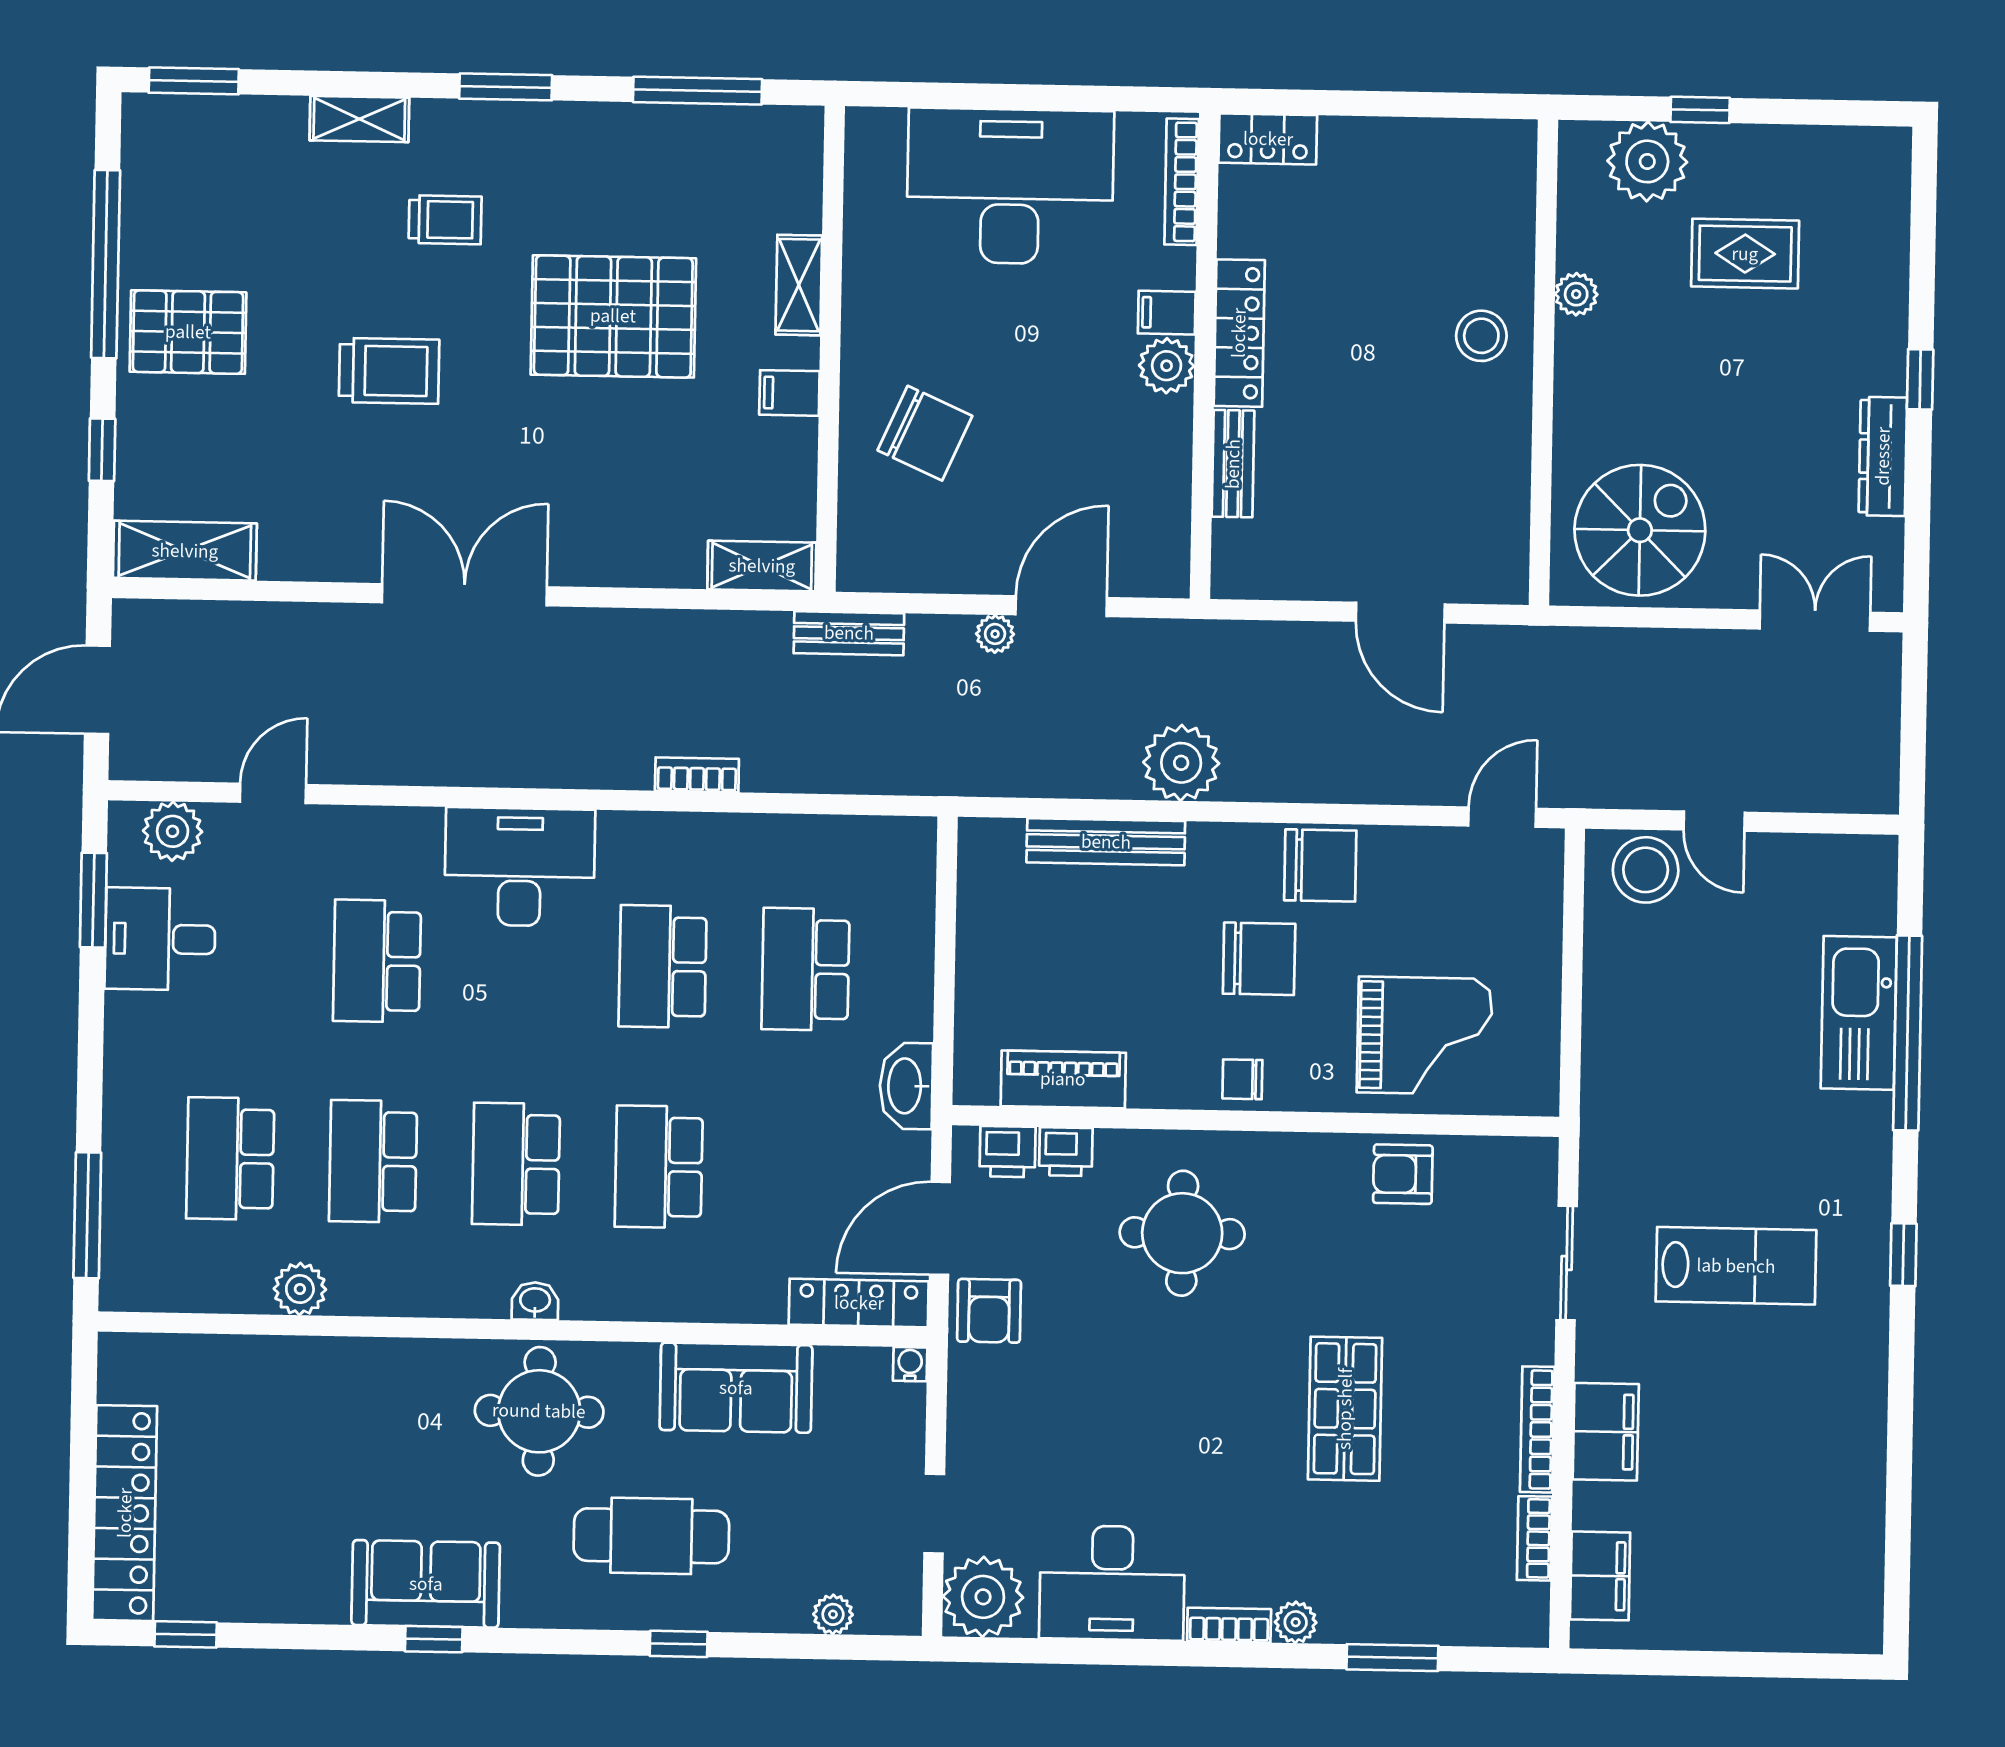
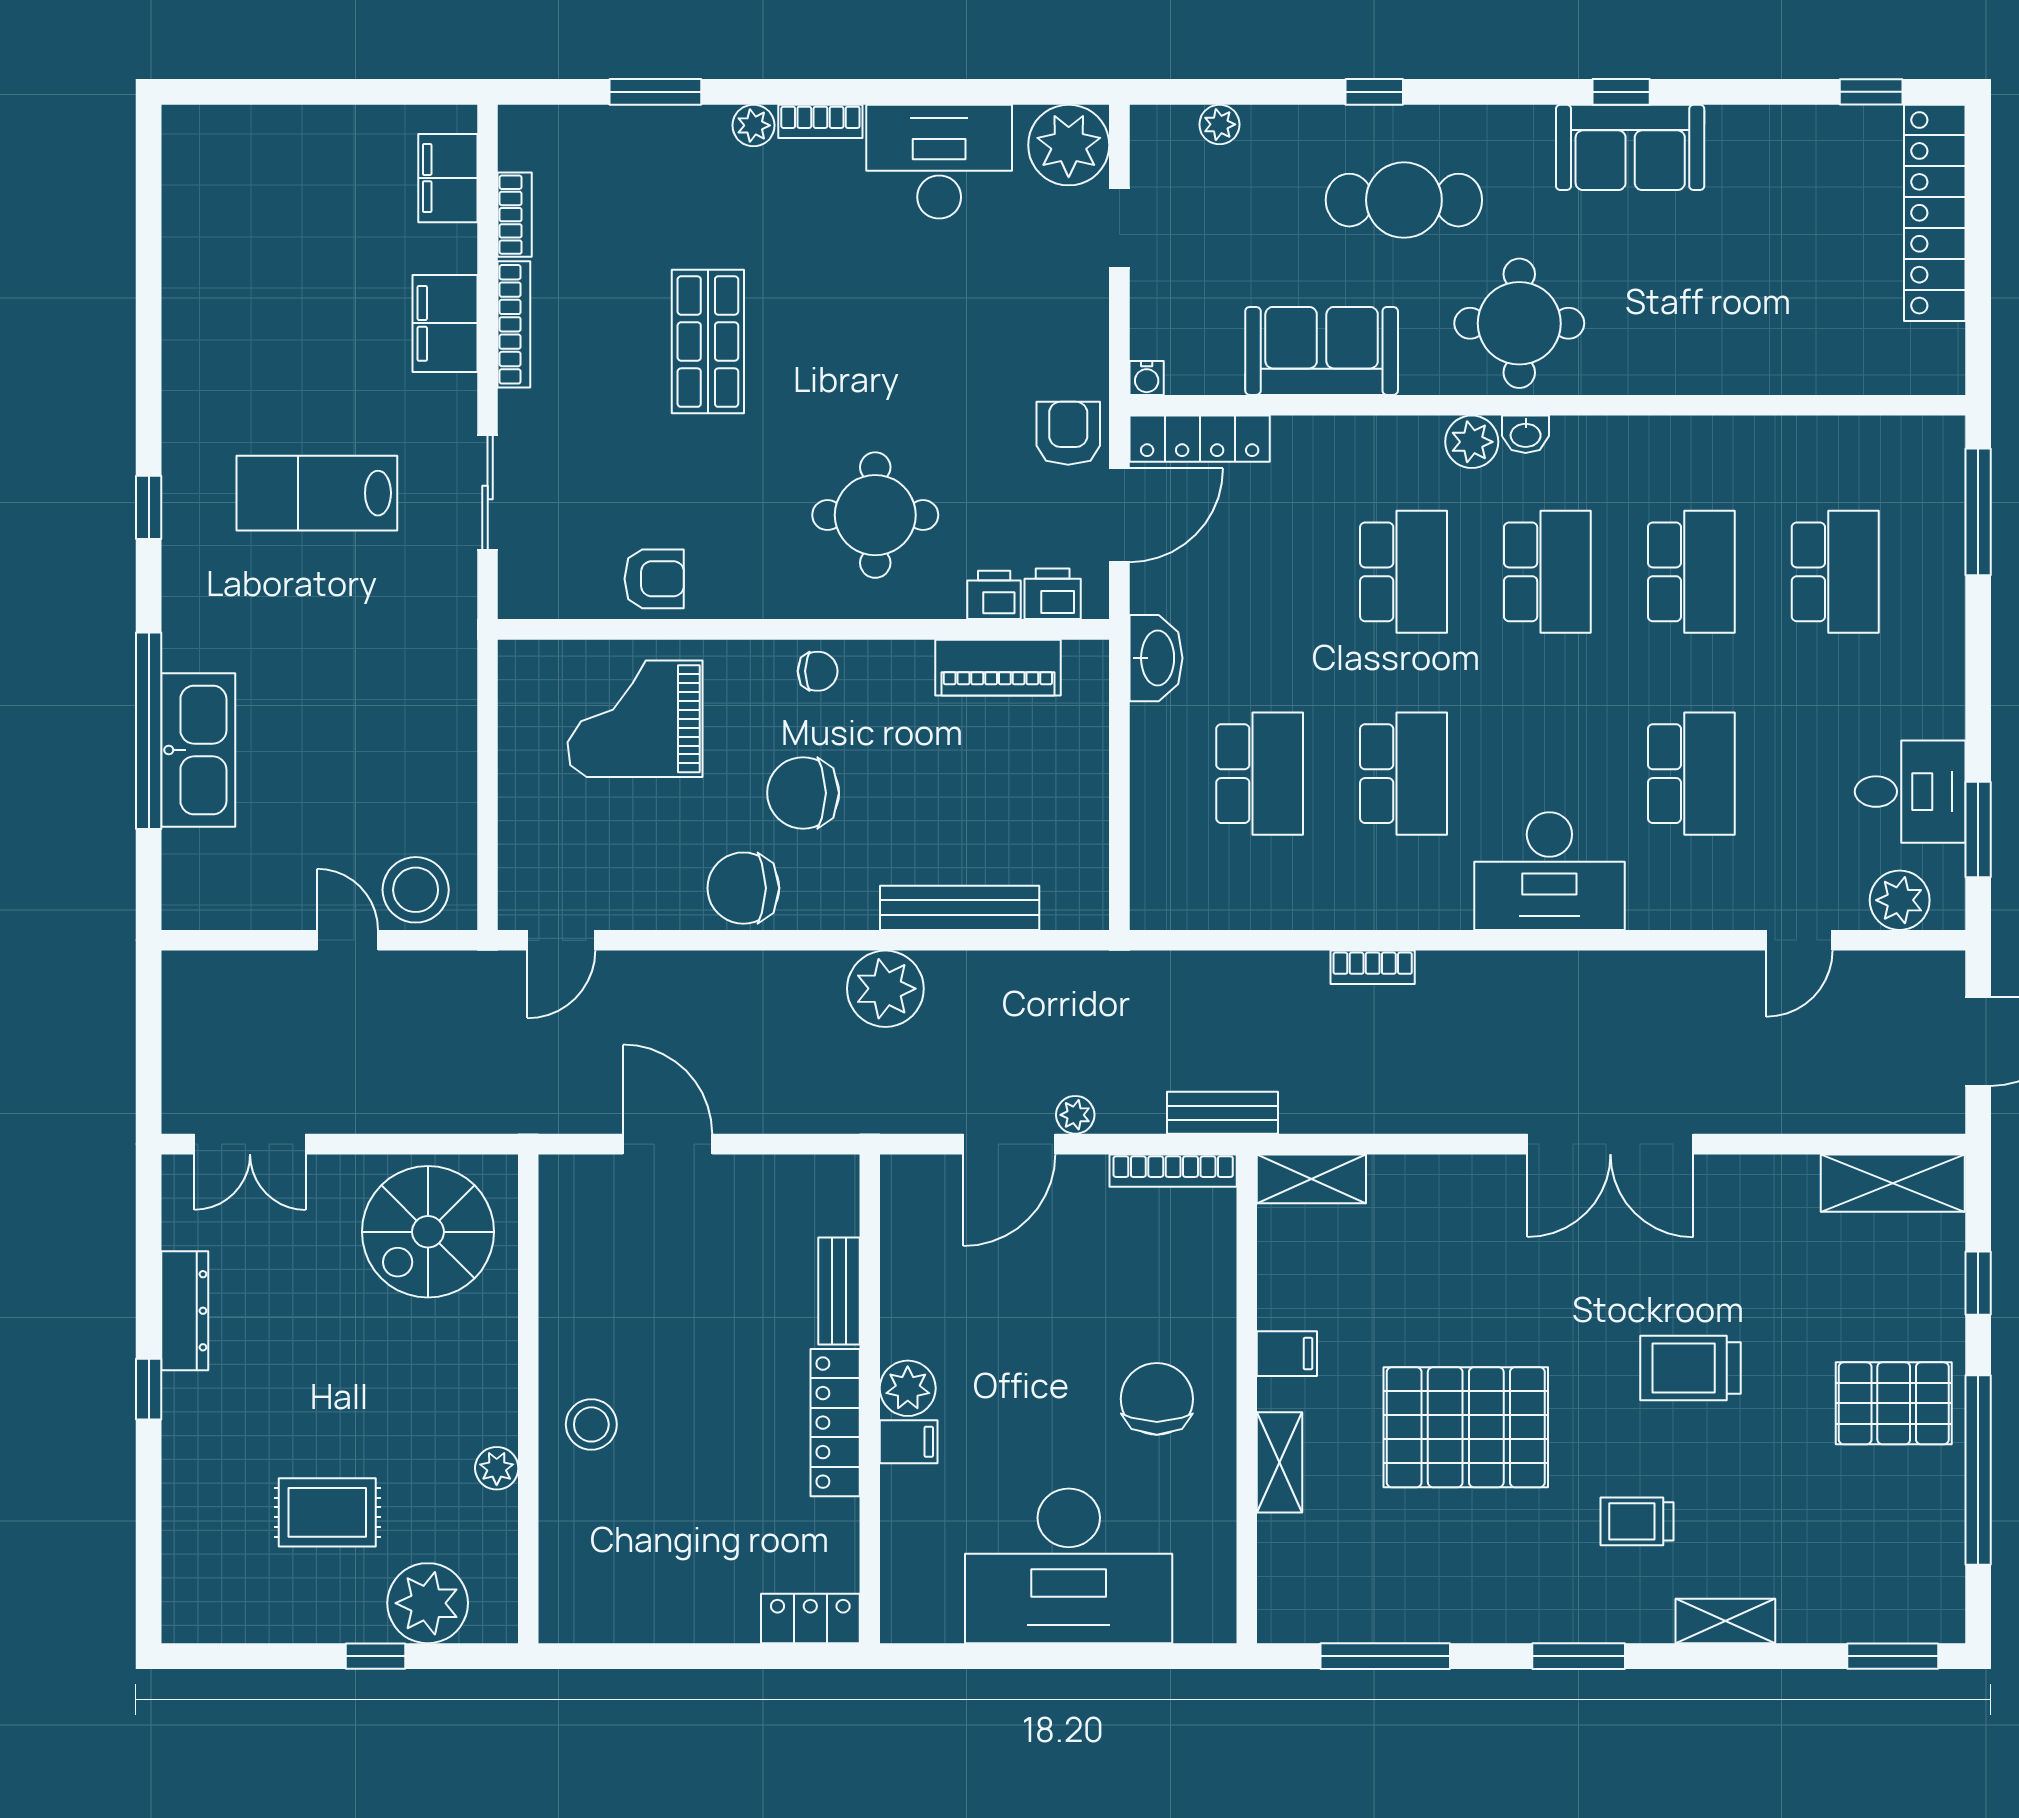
bookcase: (1182, 182) -> (1173, 1171), moved, turned 90
chair: (925, 433) -> (1157, 1399), moved, turned 66
plant: (300, 1289) -> (1472, 442), moved

